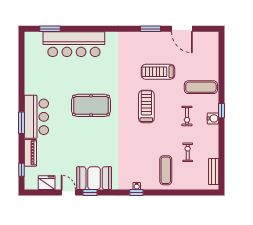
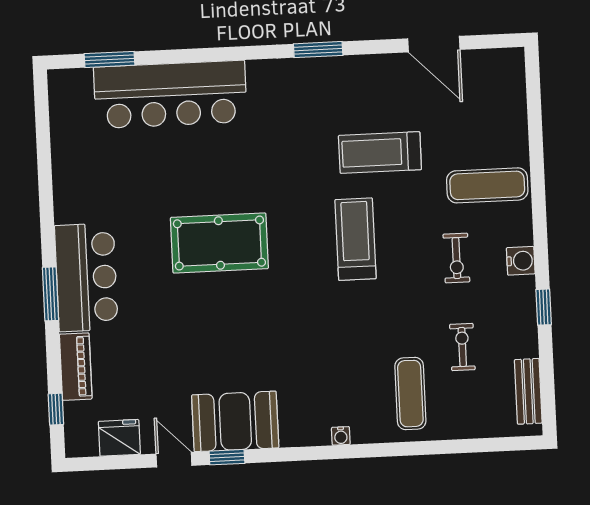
window: (150, 29) -> (318, 50), moved
window: (221, 111) -> (544, 307), moved
window: (136, 193) -> (341, 452), removed

